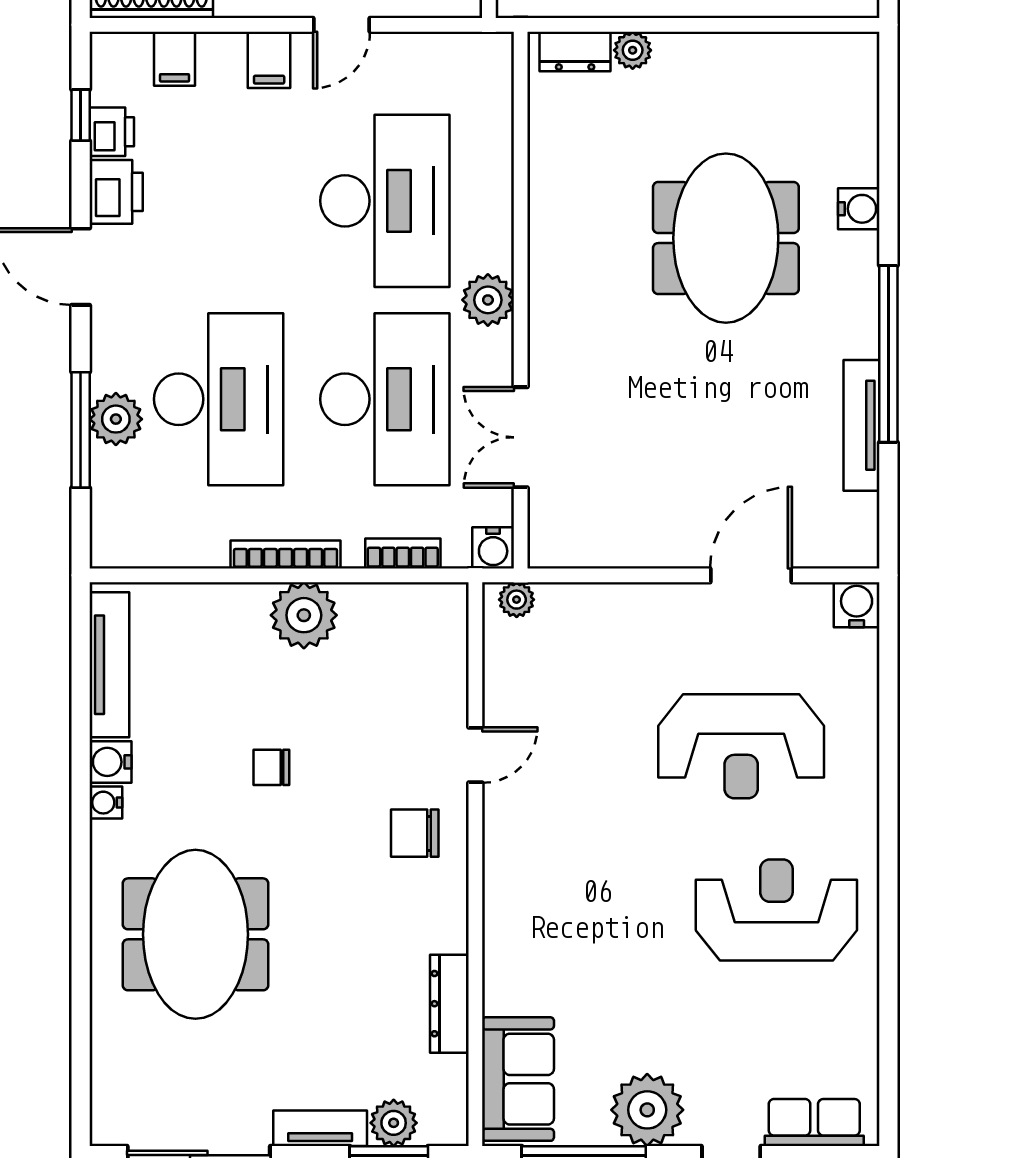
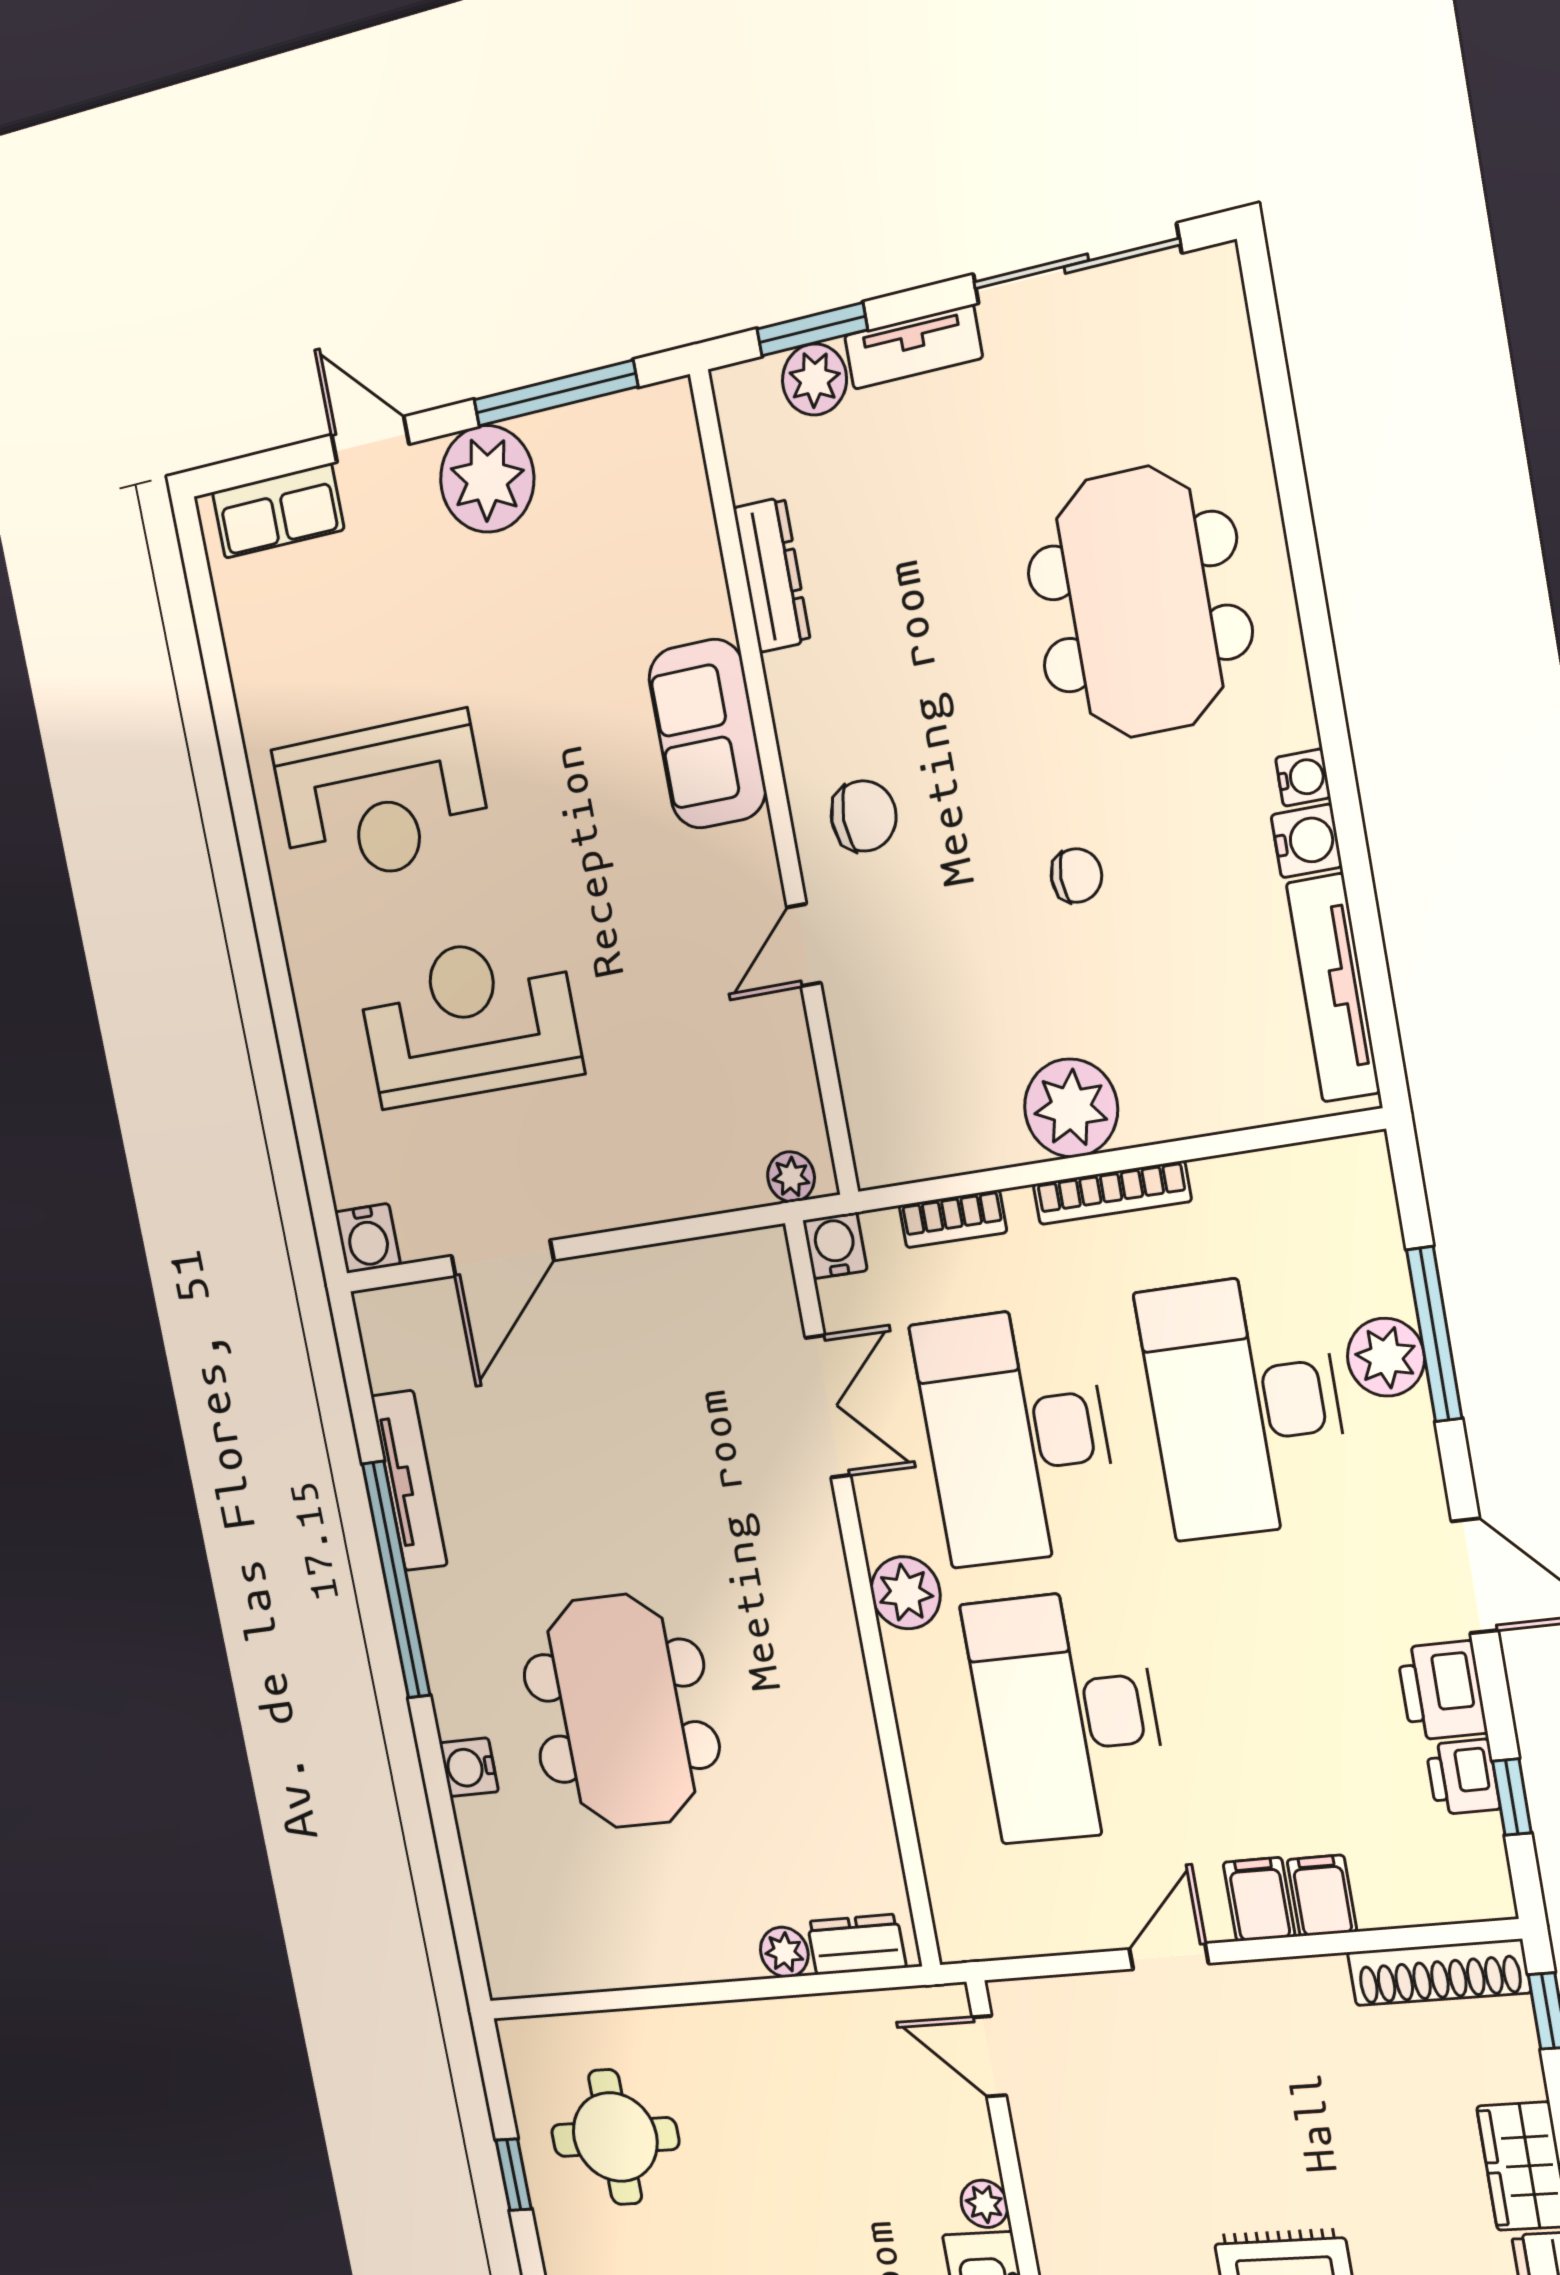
filing cabinet: (175, 59) -> (1322, 1896), moved
sofa: (518, 1079) -> (707, 734), moved

